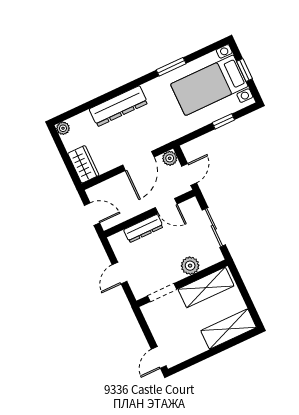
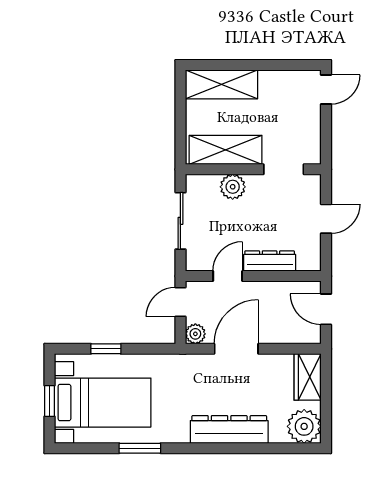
plant: (63, 128) -> (304, 426), width x1.88, depth x1.88
door: (166, 206) -> (228, 276), hinge flipped

